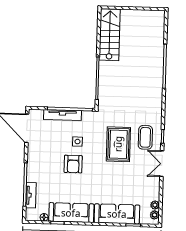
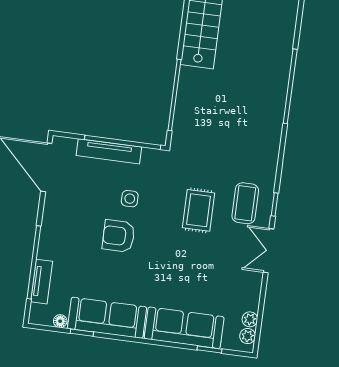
rug: (118, 144) -> (199, 210), width x0.73, depth x0.70
armchair: (73, 164) -> (119, 236), turned 90

